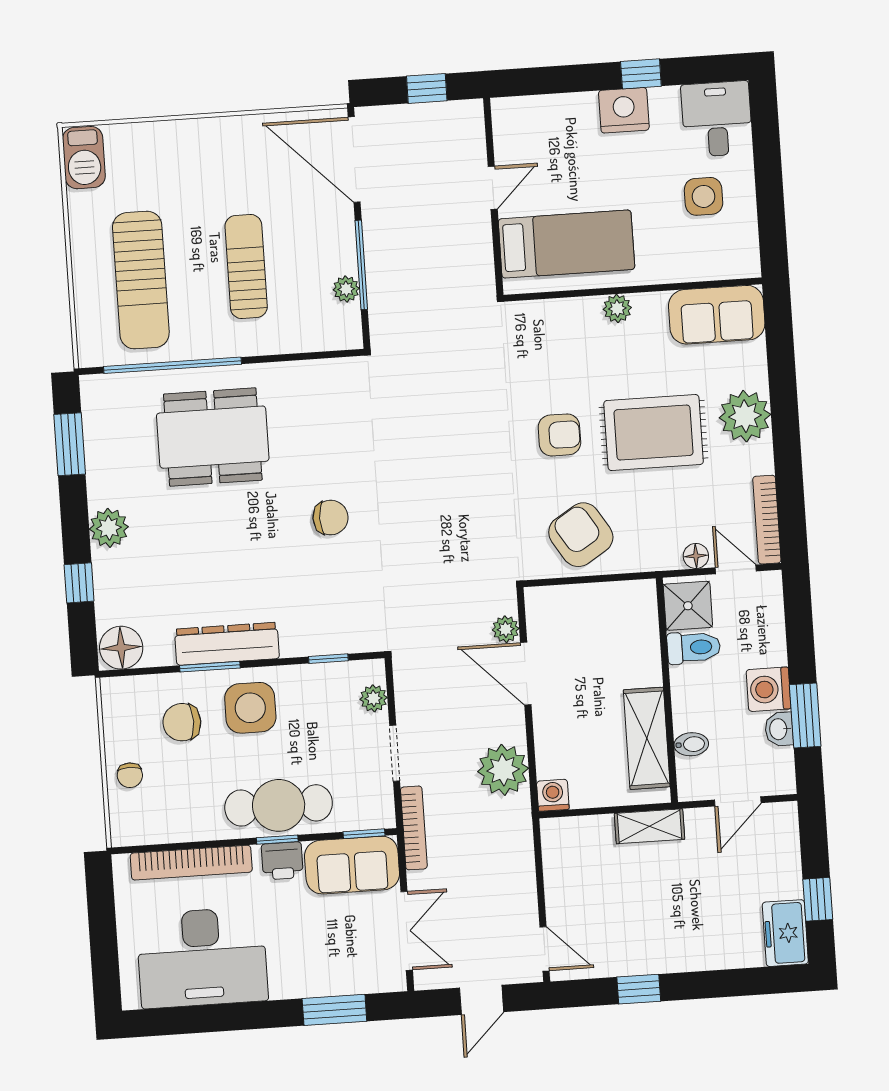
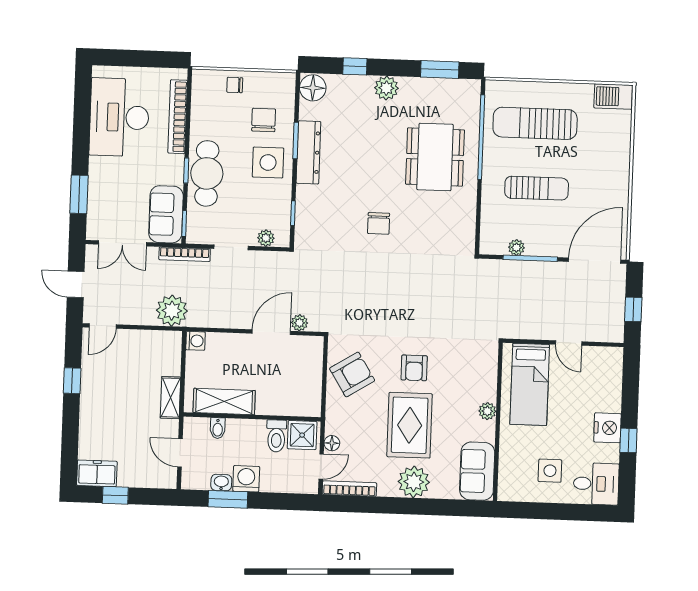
plant: (503, 770) -> (172, 311), moved
printer: (282, 861) -> (173, 172), removed

